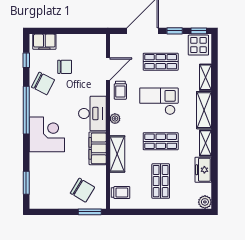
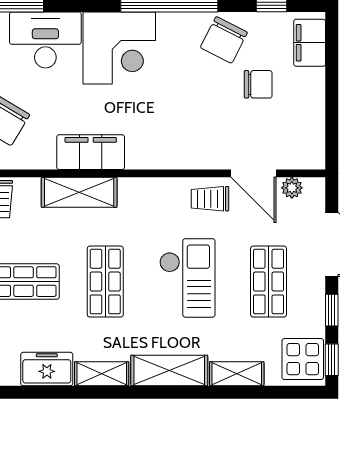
chair: (65, 67) -> (258, 84), turned -90
desk: (92, 114) -> (45, 40), moved, turned 180
plant: (115, 119) -> (292, 188), moved

